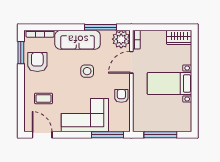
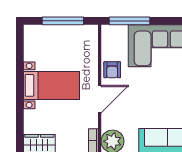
door: (131, 62) -> (100, 99), moved
side table: (87, 71) -> (155, 101), removed

